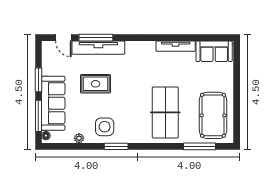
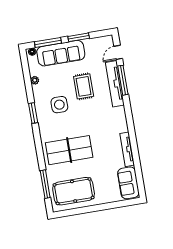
side table: (105, 127) -> (59, 105), moved

